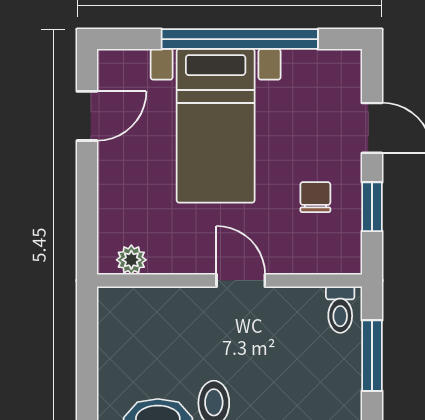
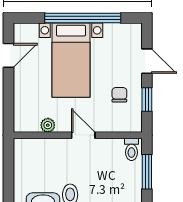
plant: (131, 260) -> (48, 125), moved

